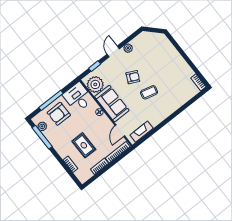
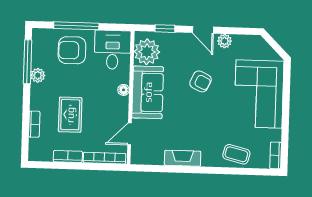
door: (113, 51) -> (203, 30), swing flipped
corner sofa: (166, 60) -> (259, 94), added
coffee table: (149, 92) -> (236, 154), moved
plant: (42, 126) -> (38, 75), moved
fireplace: (142, 132) -> (183, 158), moved

